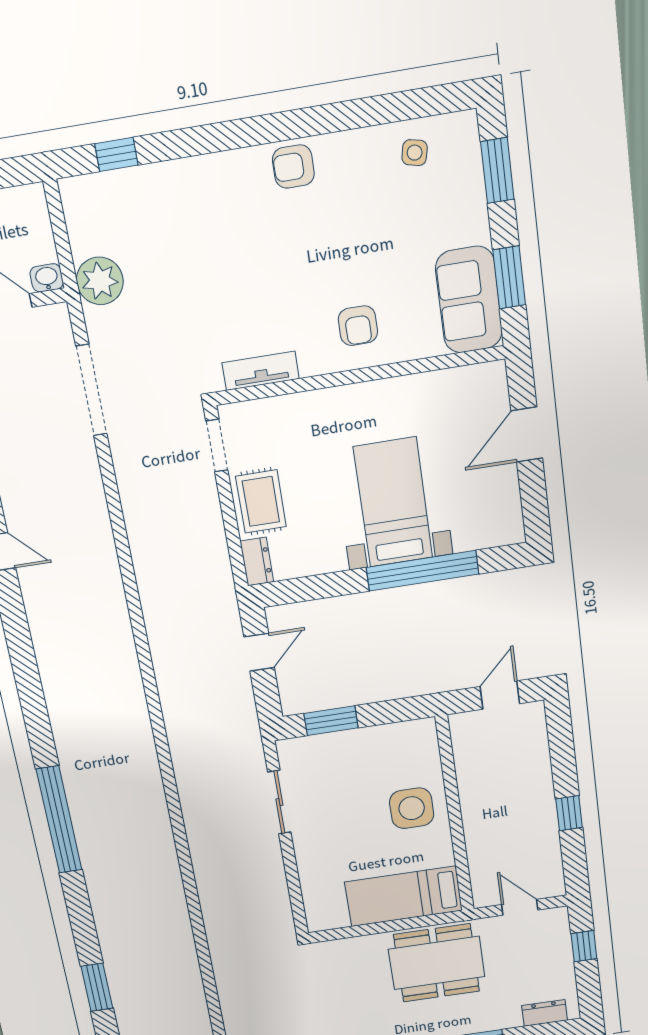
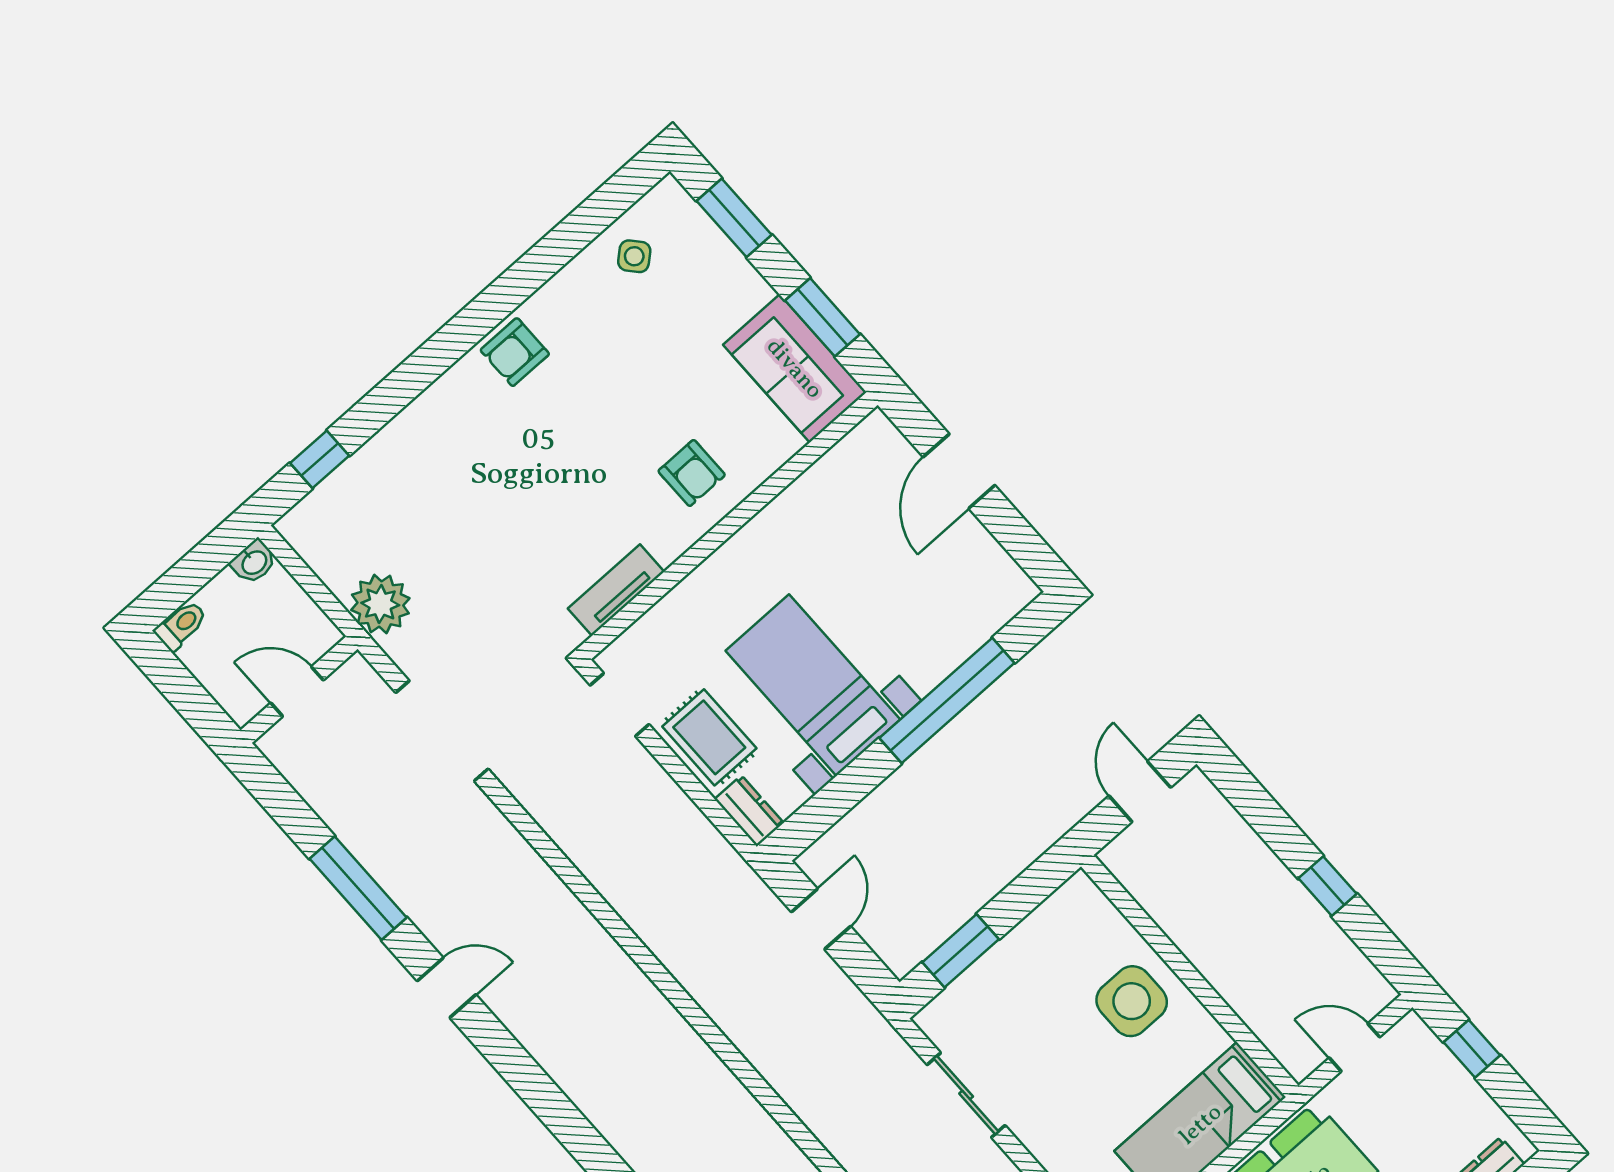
side table: (415, 153) -> (634, 256), turned 36
washbasin: (47, 278) -> (254, 562), moved, turned 180
bed with nightstands: (393, 502) -> (813, 685), moved

